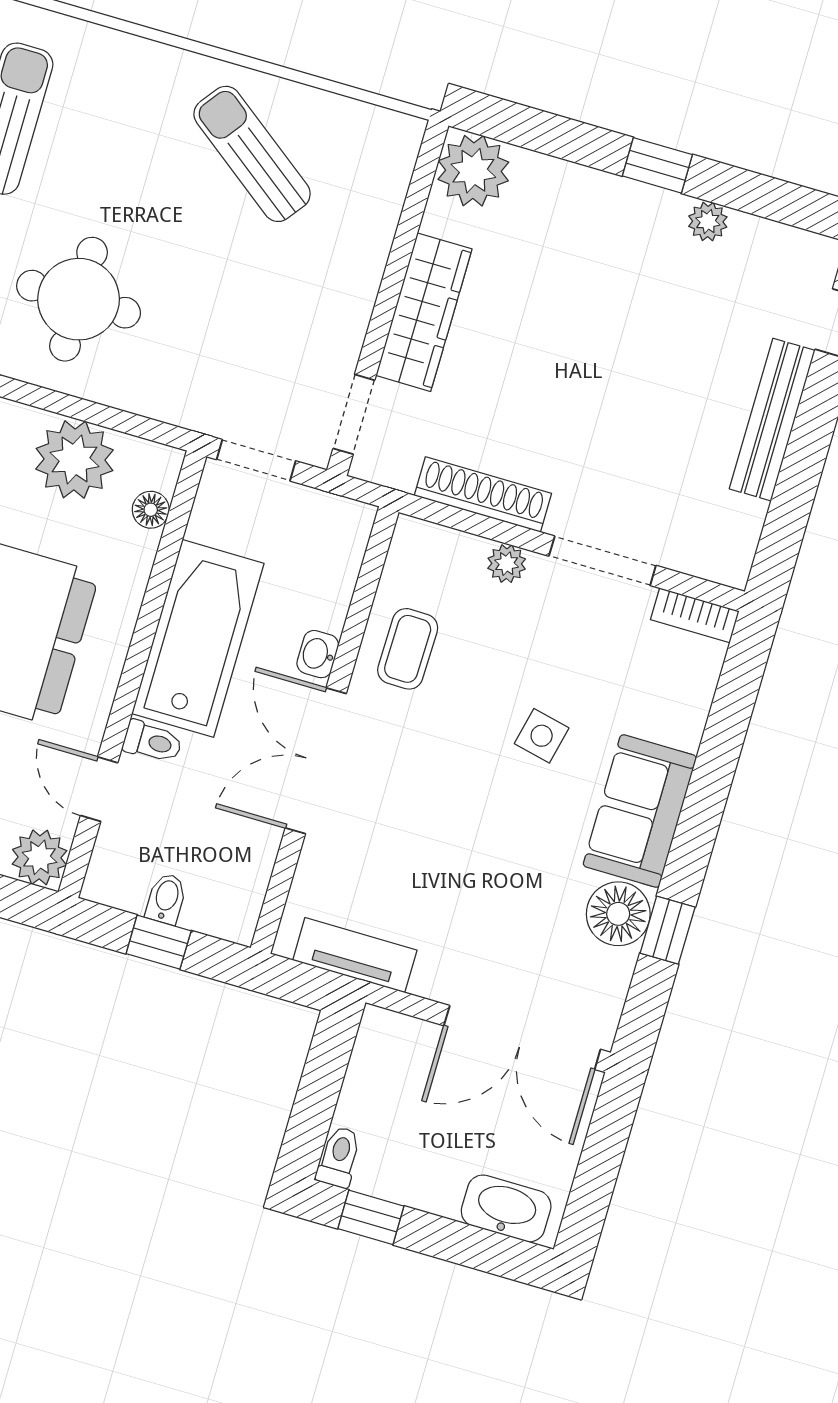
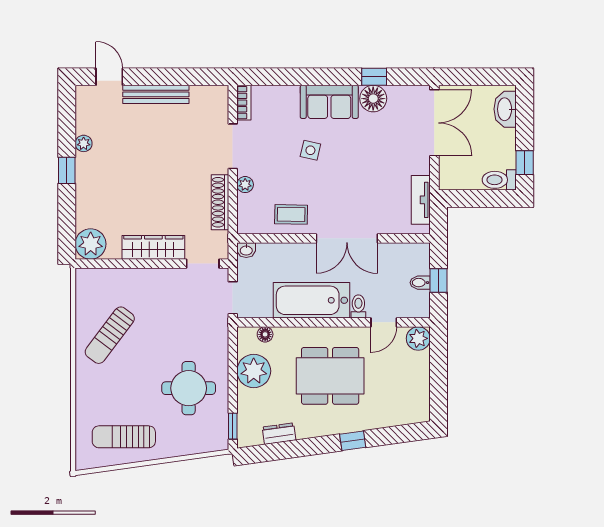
washbasin: (318, 654) -> (246, 250), moved
toilet: (339, 1157) -> (499, 180), width x1.37, depth x1.39

